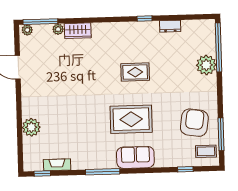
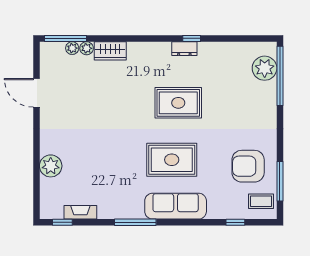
dresser: (170, 26) -> (184, 49), moved
plant: (27, 30) -> (72, 48), moved
plant: (206, 65) -> (265, 68), moved
rug: (135, 72) -> (178, 103), width x1.36, depth x1.43
armchair: (194, 123) -> (248, 166), turned -99
sofa: (135, 157) -> (176, 206), width x1.36

